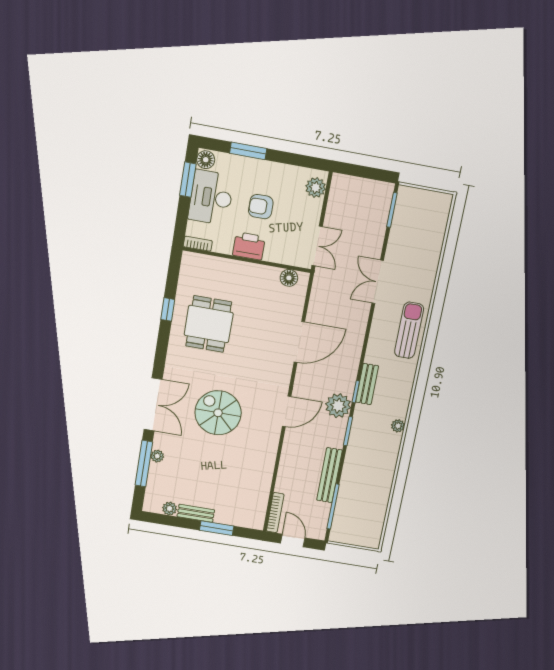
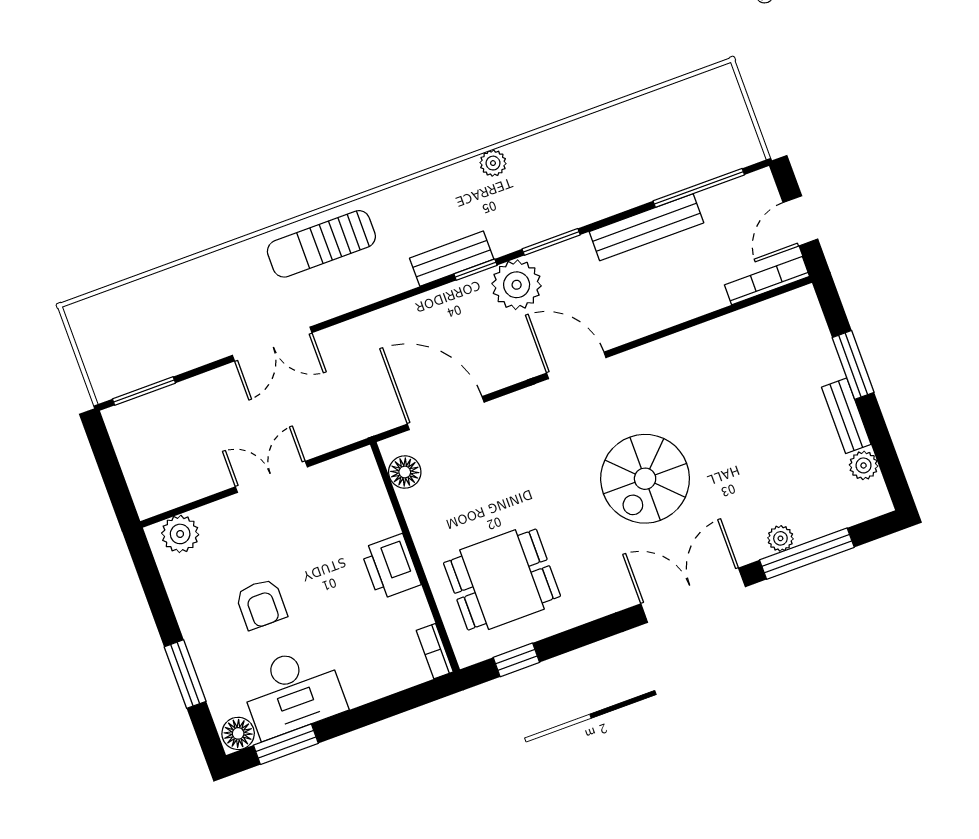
bookcase: (198, 244) -> (435, 651), moved
printer: (249, 246) -> (391, 567), moved
wall: (247, 260) -> (415, 557), moved
floor lamp: (289, 278) -> (405, 472), moved

